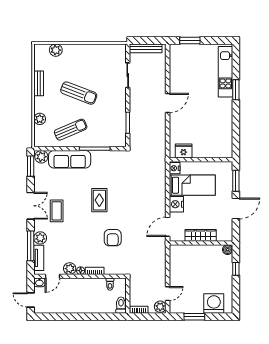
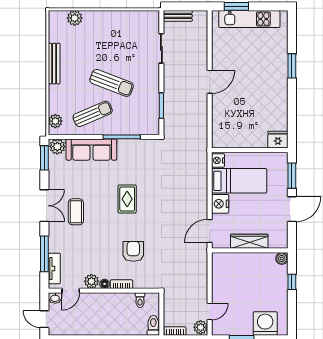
bench: (146, 48) -> (178, 16), width x0.73
kitchen unit: (225, 72) -> (249, 19), moved, turned -90
bench: (39, 83) -> (54, 64), width x1.36
sun lounger: (79, 93) -> (112, 83), moved
plant: (40, 119) -> (55, 121), moved
fridge: (184, 151) -> (278, 140), moved
plant: (40, 238) -> (56, 244), removed
armchair: (113, 238) -> (133, 251), moved, turned 180

